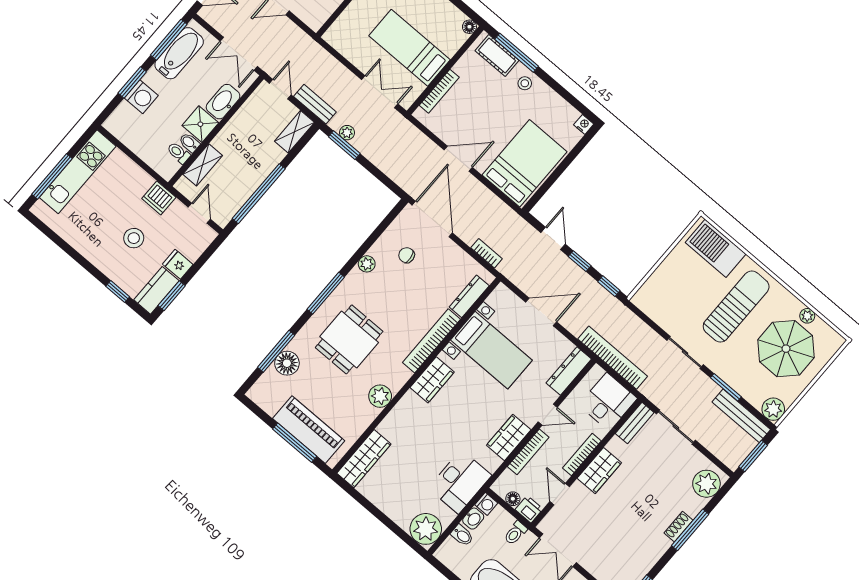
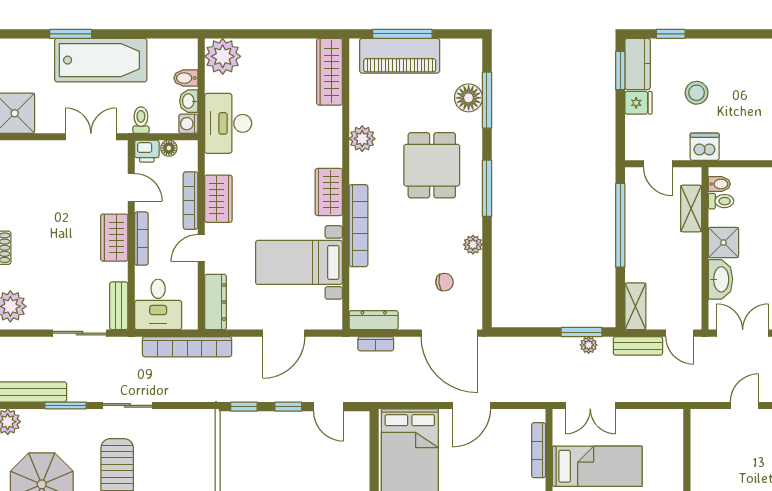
bidet: (189, 143) -> (719, 184), moved
dresser: (469, 296) -> (374, 320), moved, turned -90

